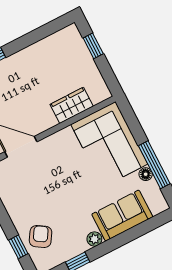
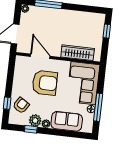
wardrobe: (72, 105) -> (78, 53), width x1.50
armchair: (53, 181) -> (45, 83), added
plant: (76, 245) -> (35, 121), added

